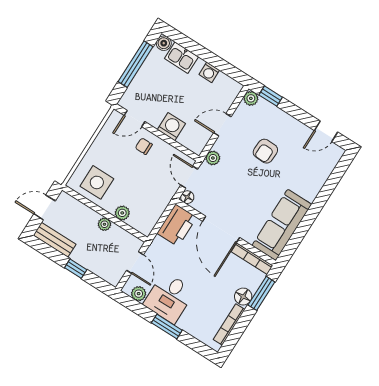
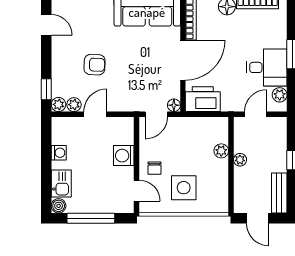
door: (222, 125) -> (95, 114), swing flipped
plant: (213, 158) -> (74, 105), moved
side table: (97, 182) -> (184, 188), moved

